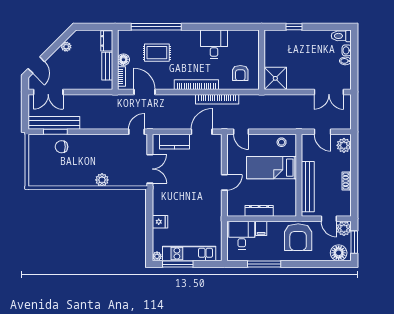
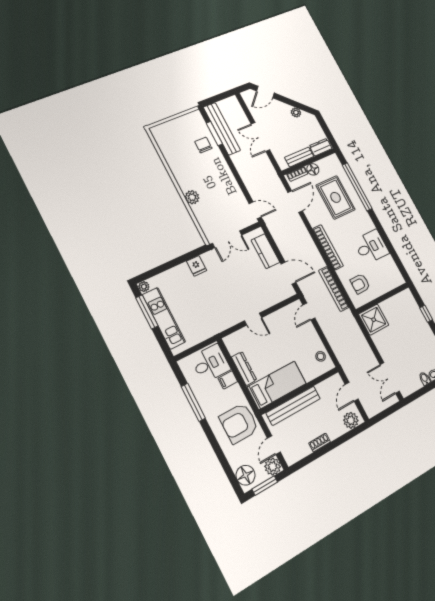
rug: (157, 53) -> (336, 197), width x1.36, depth x1.43
double door: (48, 92) -> (260, 137), moved
bookcase: (217, 99) -> (334, 289), moved
bed: (272, 168) -> (277, 385), moved, turned 90
fridge: (160, 222) -> (197, 266), moved

